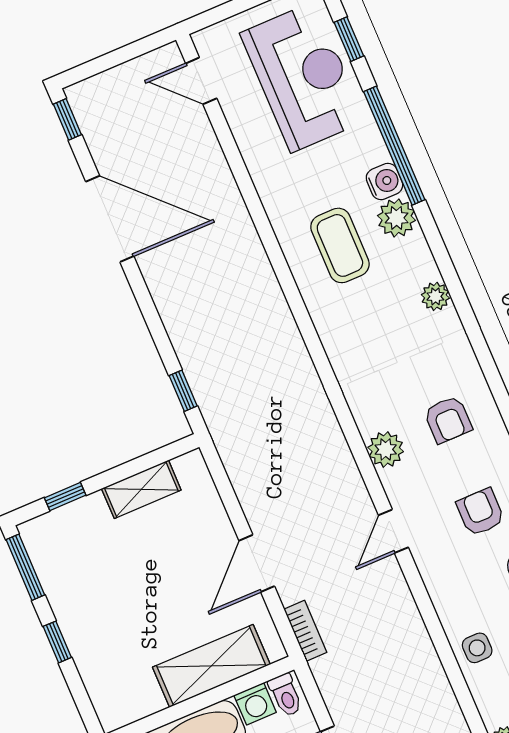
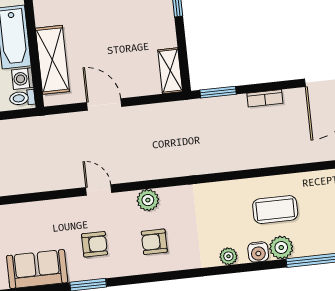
water cooler: (384, 182) -> (258, 252), moved
window: (183, 391) -> (218, 92), width x1.50
shelving: (141, 489) -> (170, 71), moved
bookcase: (305, 631) -> (265, 98), moved
side table: (477, 648) -> (16, 218), removed

